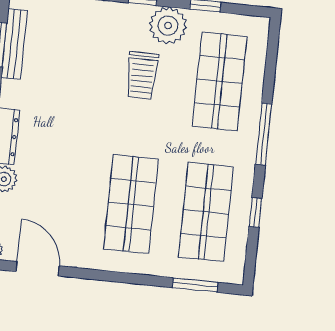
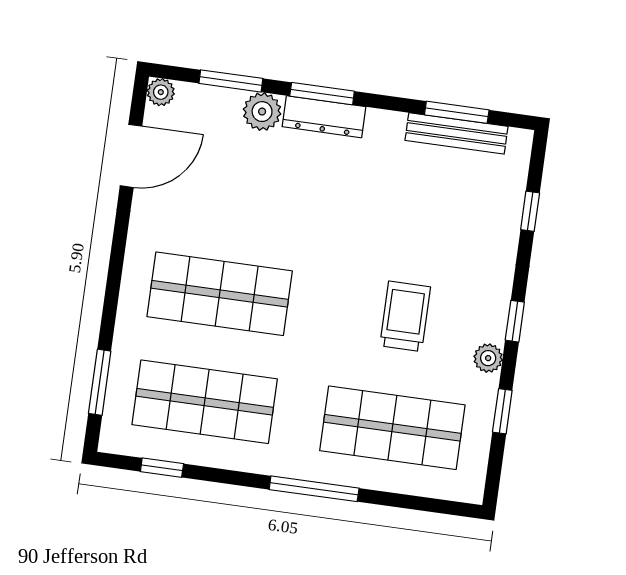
plant: (168, 26) -> (488, 358), width x0.53, depth x0.53
trolley: (142, 75) -> (405, 316), turned 90
window: (255, 212) -> (162, 468), moved

